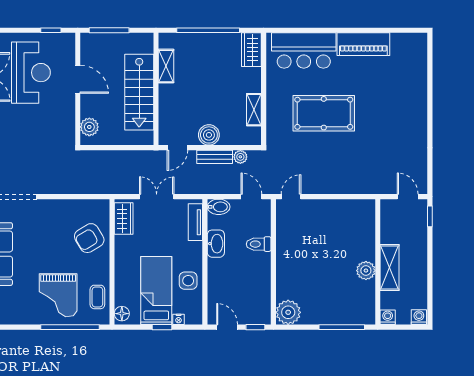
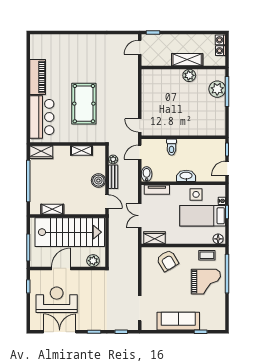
stairs: (139, 92) -> (70, 232), width x1.36, depth x1.51
washbasin: (216, 244) -> (186, 176), moved
plant: (288, 312) -> (217, 89), moved
washing machine: (388, 317) -> (221, 51), moved

